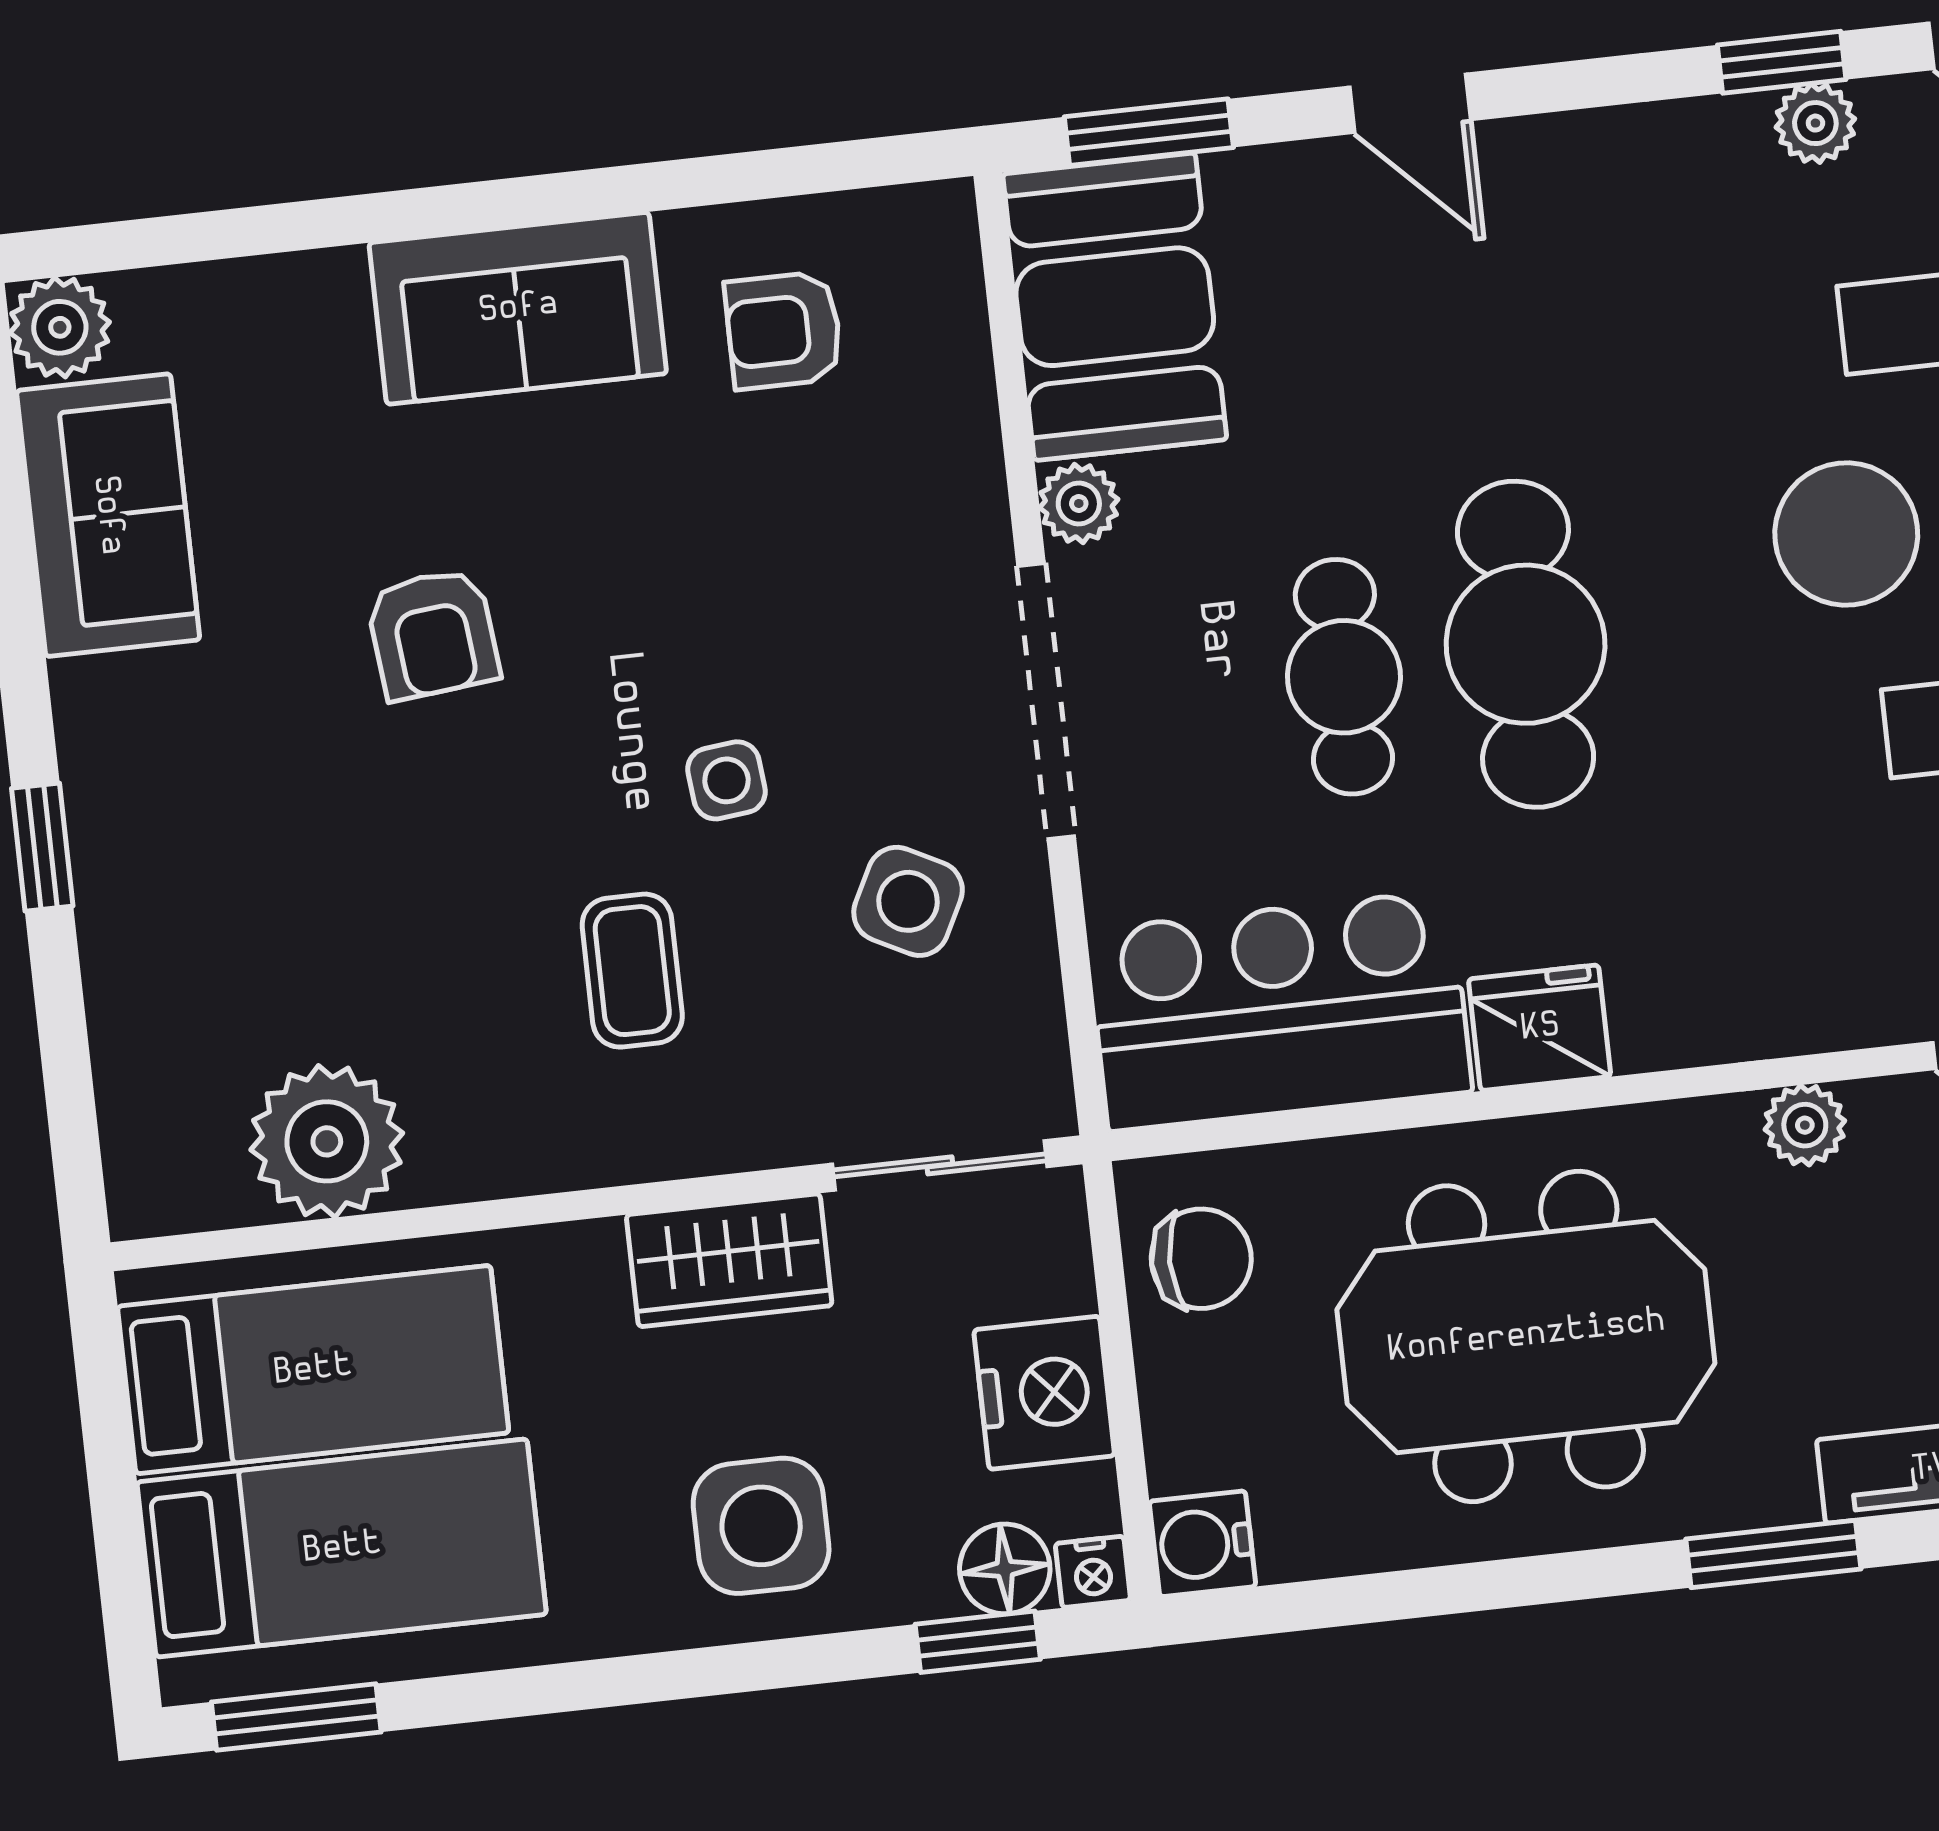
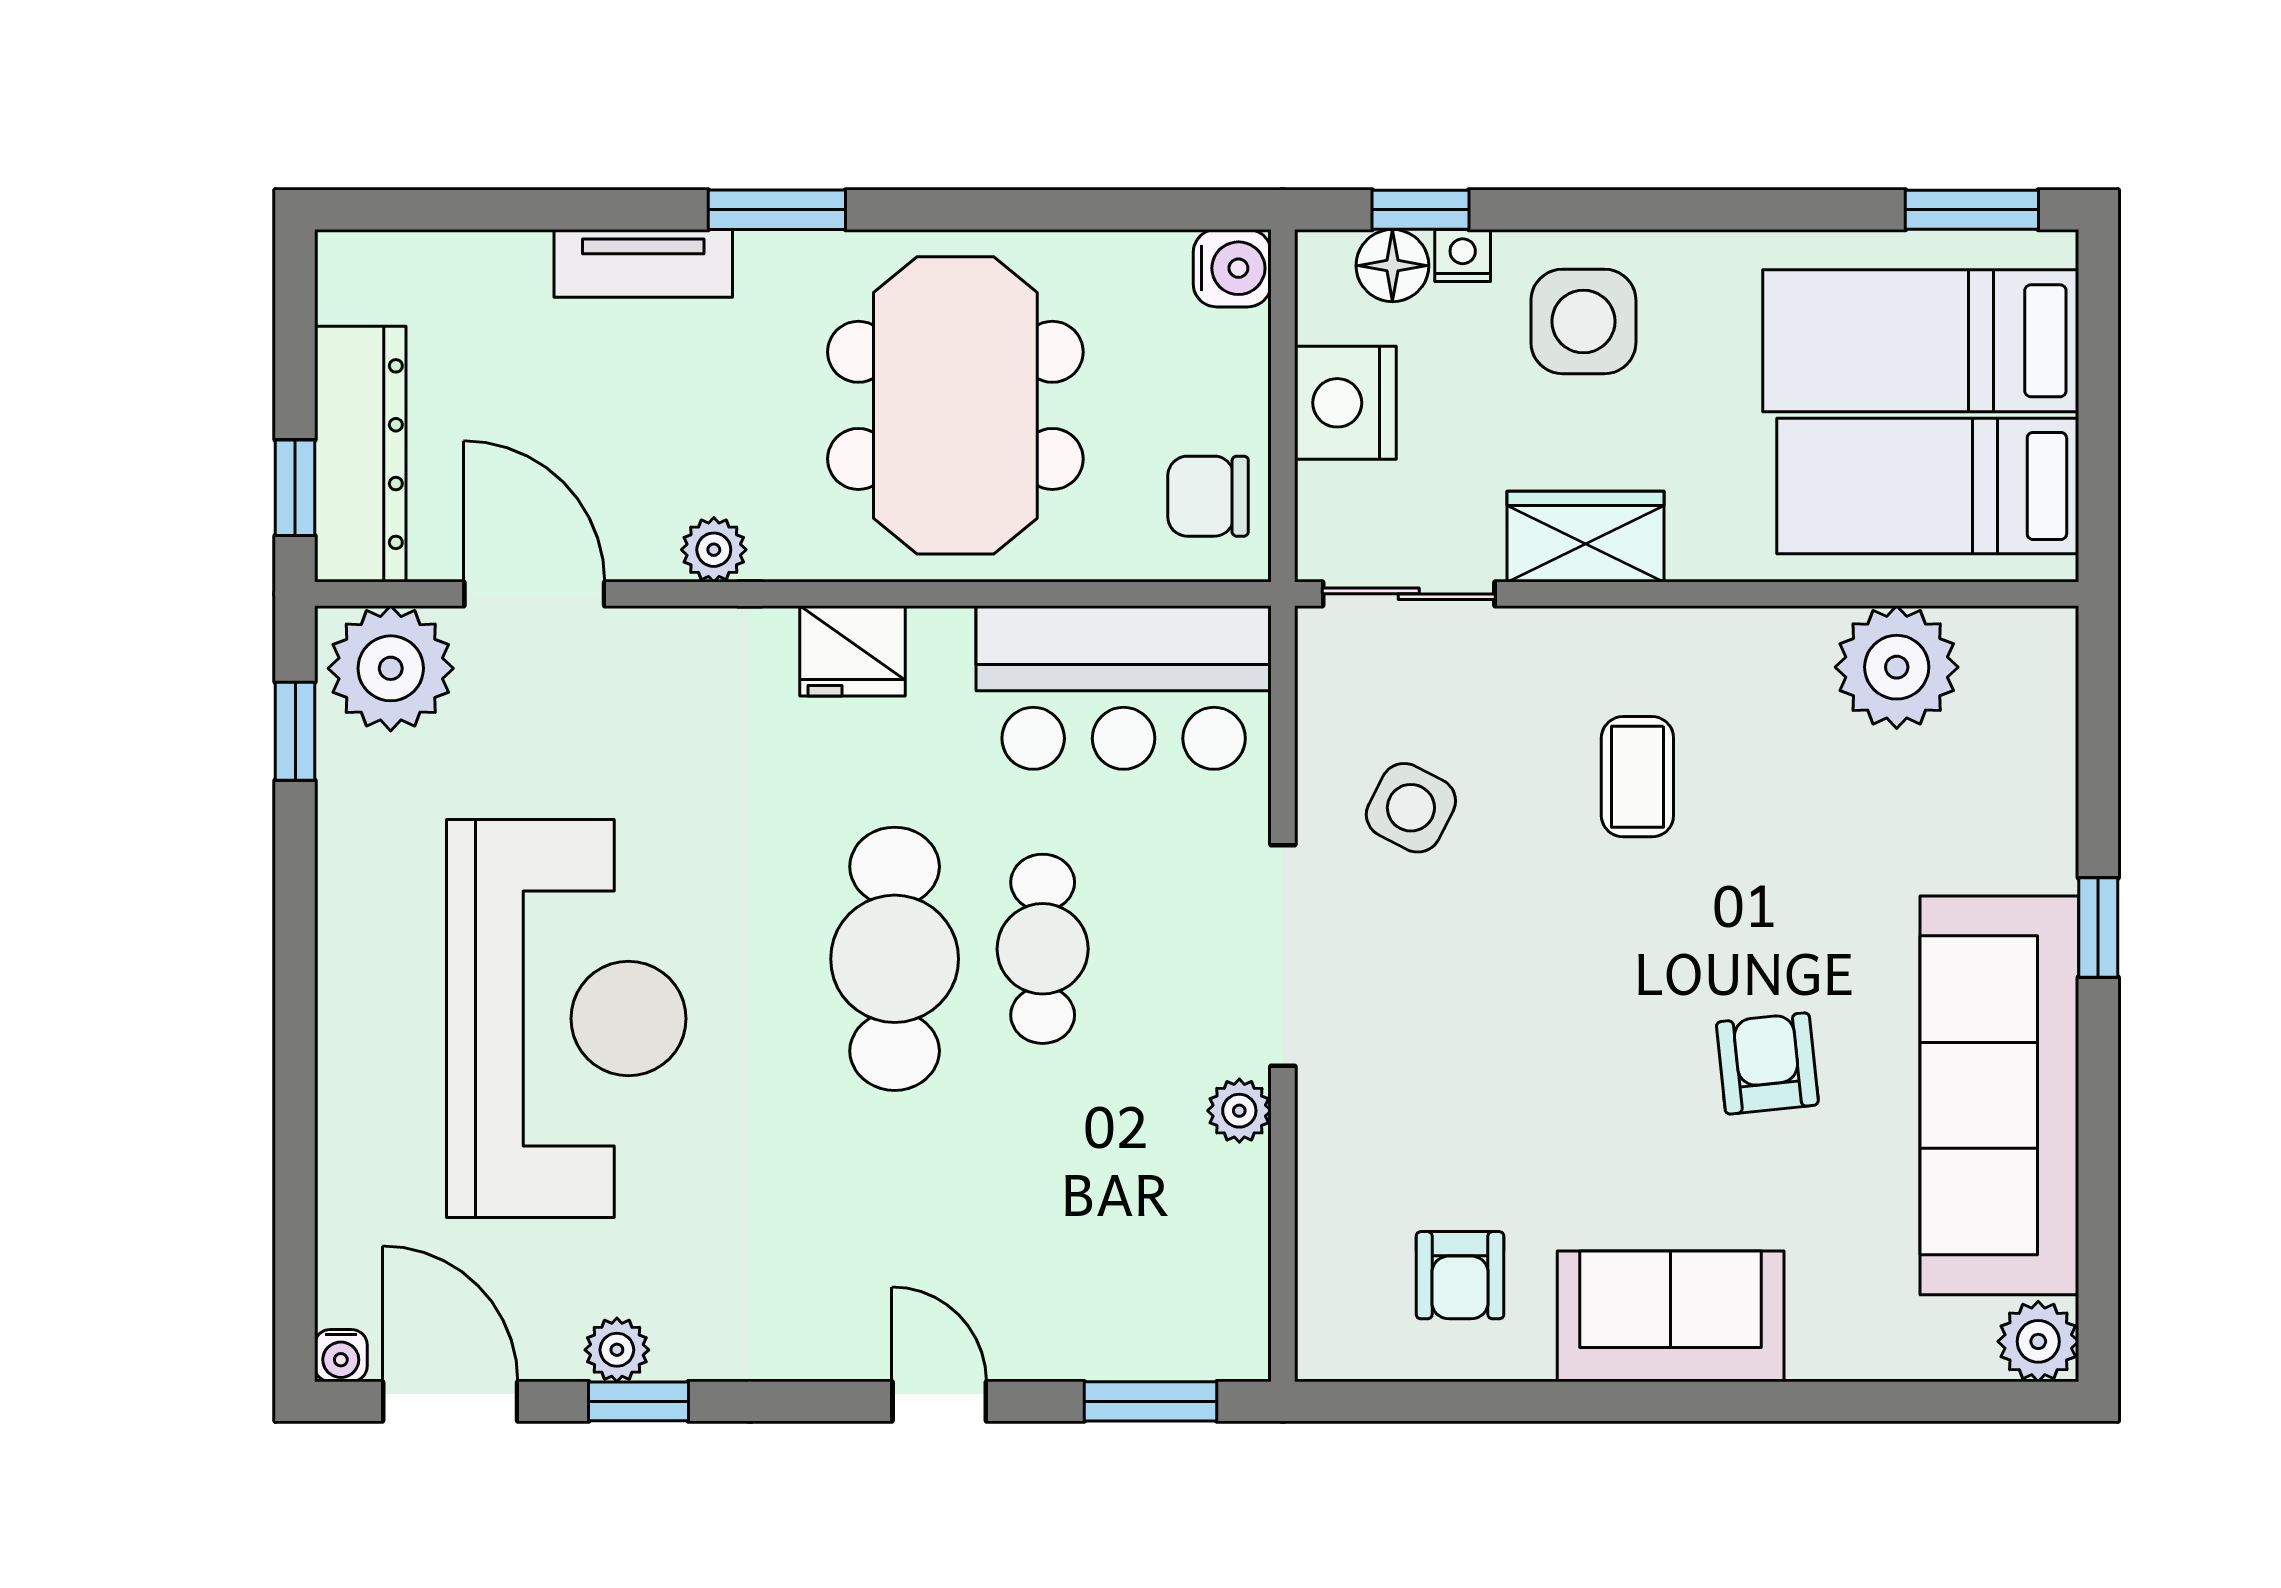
booth: (1115, 307) -> (1193, 1265), removed
armchair: (784, 330) -> (1460, 1275), turned 90
sofa: (108, 515) -> (1999, 1095), width x1.85, depth x1.27
side table: (727, 780) -> (1545, 920), removed
fridge: (1540, 1028) -> (852, 651), moved
meeting table: (1526, 1336) -> (955, 405), turned 90
nightstand: (1093, 1572) -> (1463, 255), moved

